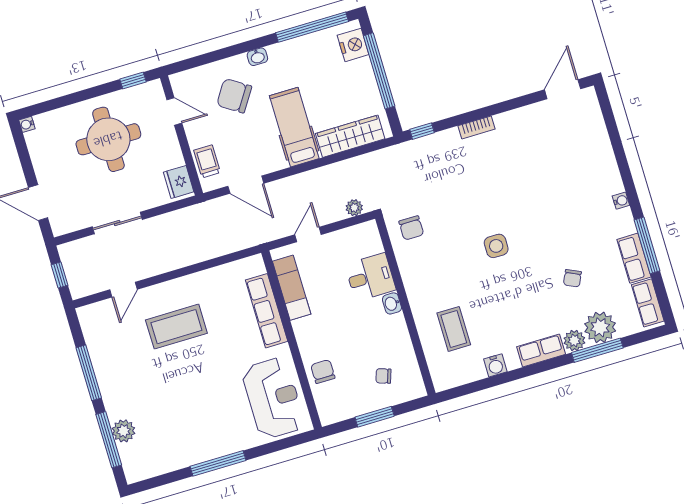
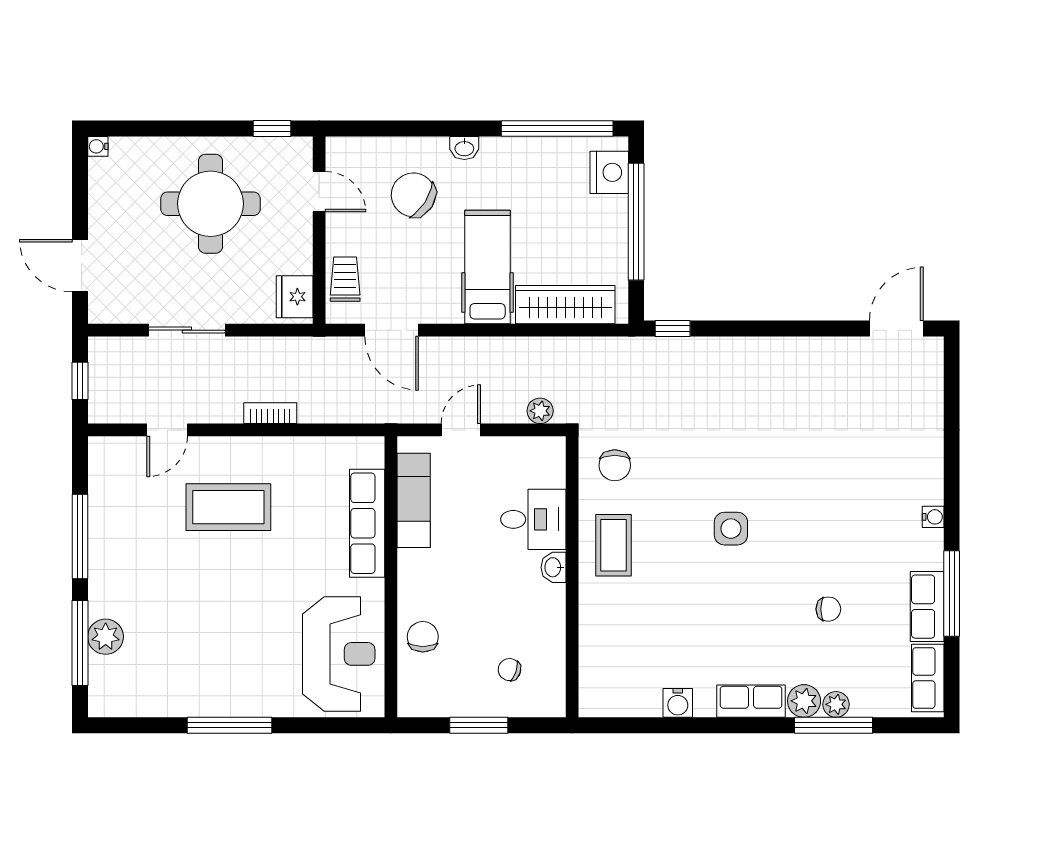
bookcase: (477, 127) -> (270, 413), moved, turned 180
chair: (572, 278) -> (828, 609), turned -115
plant: (600, 327) -> (836, 704), width x0.53, depth x0.53
coffee table: (454, 329) -> (613, 545), moved

